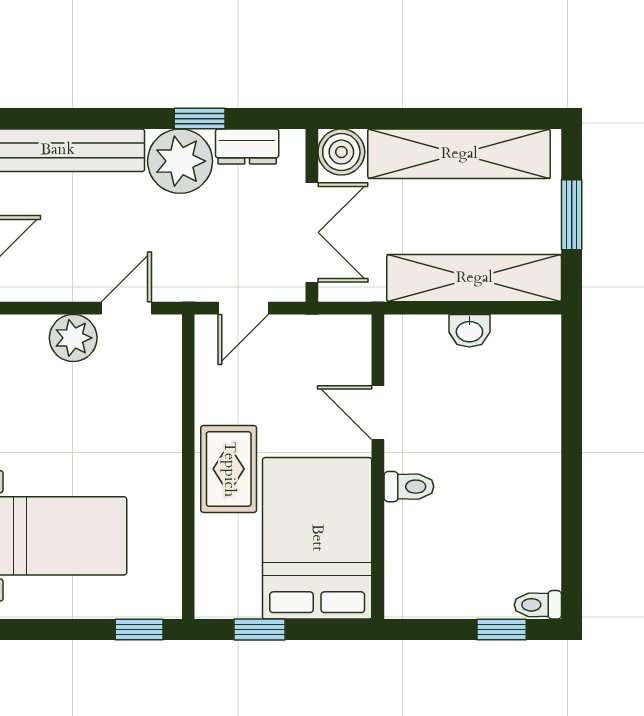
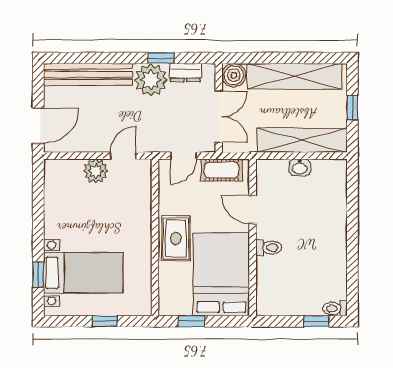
window: (572, 215) -> (352, 108), width x0.67
cot: (318, 336) -> (222, 170), added
window: (139, 630) -> (105, 321), moved

